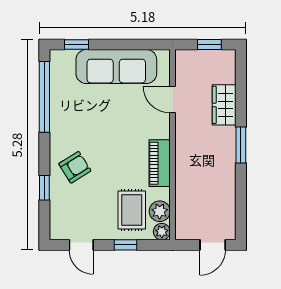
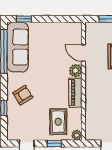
sofa: (116, 67) -> (18, 47), moved, turned -90
plant: (160, 211) -> (76, 71), moved

